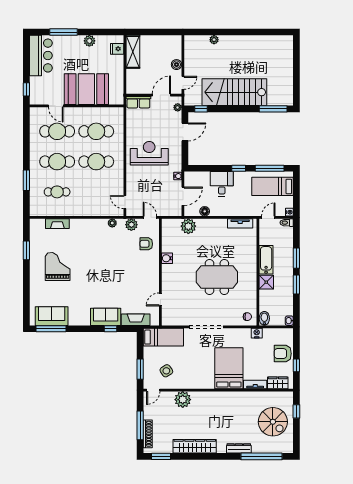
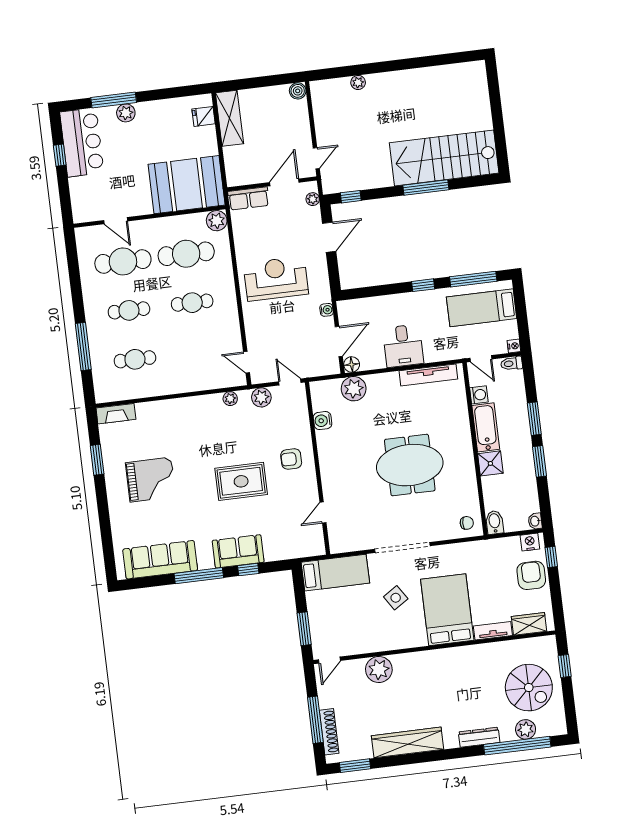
plant: (89, 41) -> (126, 113), moved
boiler: (177, 65) -> (298, 91), moved
window: (26, 89) -> (60, 155), moved
booth: (86, 89) -> (187, 185), moved
stairs: (234, 92) -> (444, 158), moved
window: (273, 109) -> (426, 187), moved
plant: (117, 113) -> (217, 221), added
cafe table: (57, 162) -> (129, 310), width x0.73, depth x0.74
cafe table: (96, 162) -> (192, 303), width x0.73, depth x0.74
window: (26, 180) -> (83, 347), width x1.44
desk: (222, 184) -> (403, 346), moved, turned 180
floor lamp: (205, 211) -> (352, 364), moved
door: (268, 217) -> (481, 359), swing flipped
tv unit: (240, 223) -> (428, 375), width x1.41
fireplace: (57, 224) -> (116, 414), moved
washing machine: (264, 239) -> (479, 395), added
armchair: (146, 244) -> (291, 459), moved
water cooler: (167, 258) -> (323, 421), moved
grand piano: (58, 267) -> (151, 480), turned 90
rug: (113, 274) -> (241, 481), added
sofa: (52, 316) -> (160, 560), width x1.36
fireplace: (136, 320) -> (287, 550), removed
window: (51, 329) -> (199, 576), moved
nightstand: (257, 333) -> (530, 542), moved
armchair: (283, 354) -> (531, 575), turned 90
window: (296, 365) -> (551, 557), moved
side table: (166, 371) -> (396, 598), moved
plant: (268, 447) -> (526, 729), added

